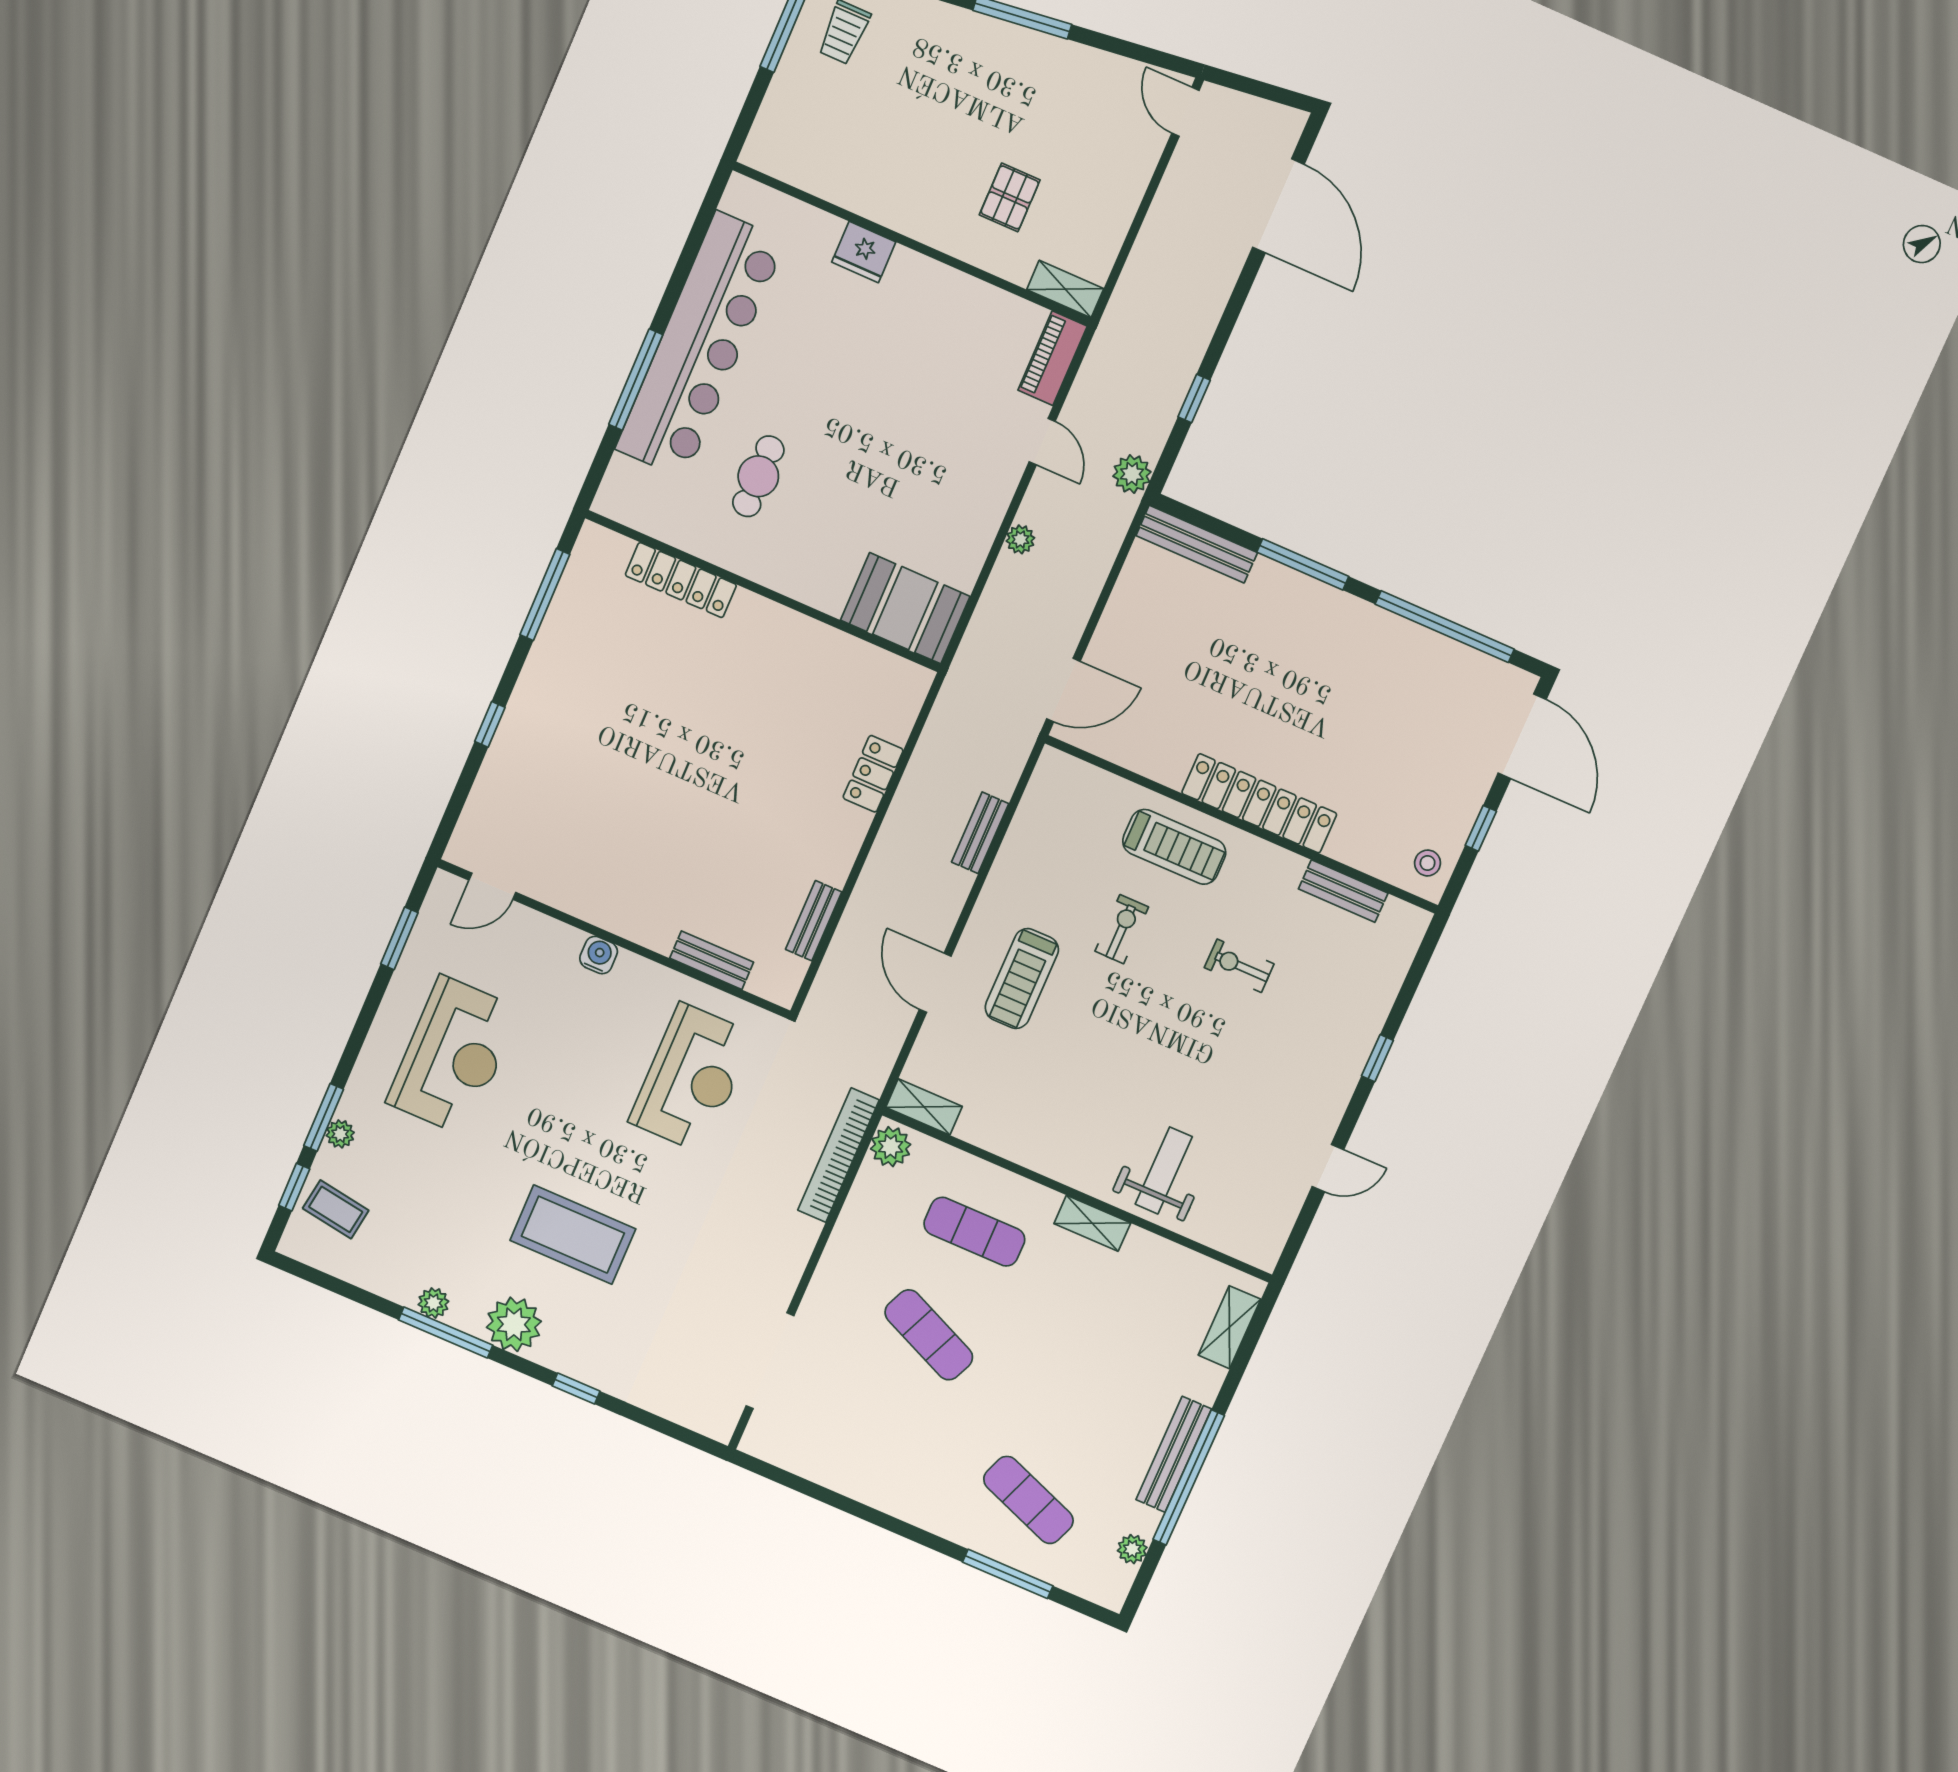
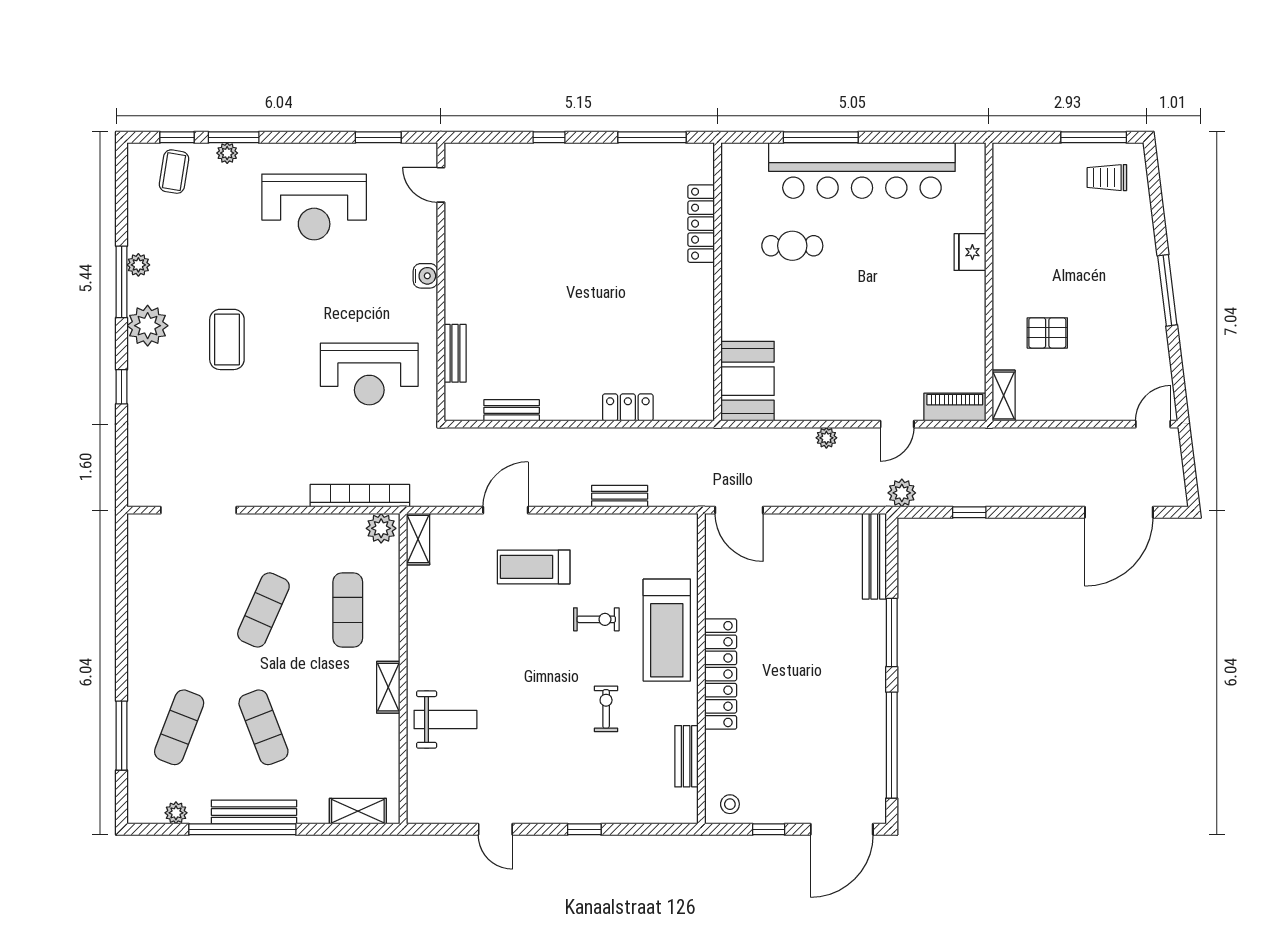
treadmill: (1174, 847) -> (667, 630), width x1.37, depth x1.38
coffee table: (573, 1235) -> (227, 339), width x0.73, depth x0.76
exercise mat: (1074, 1398) -> (263, 727), added

